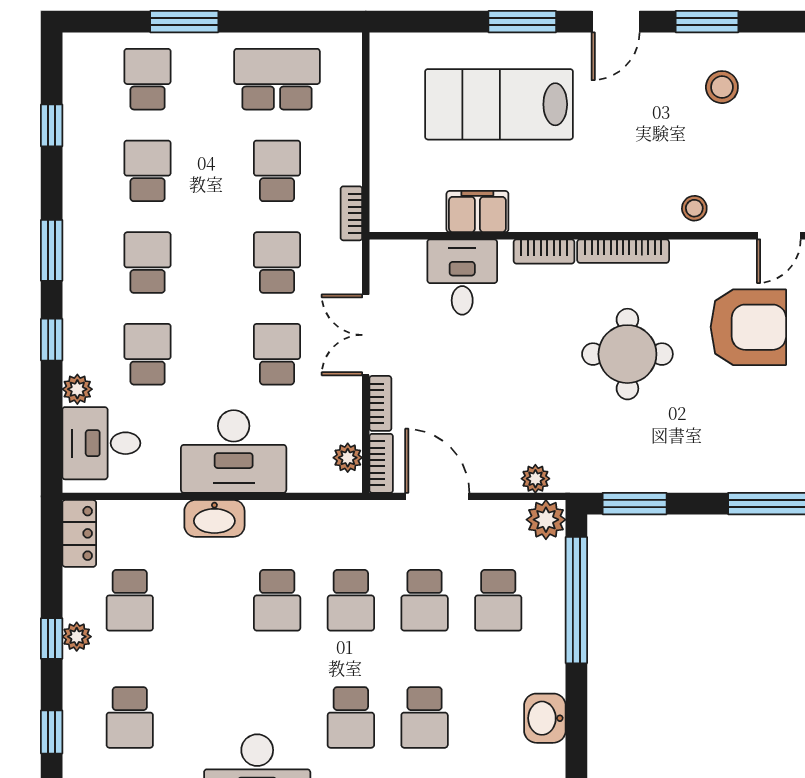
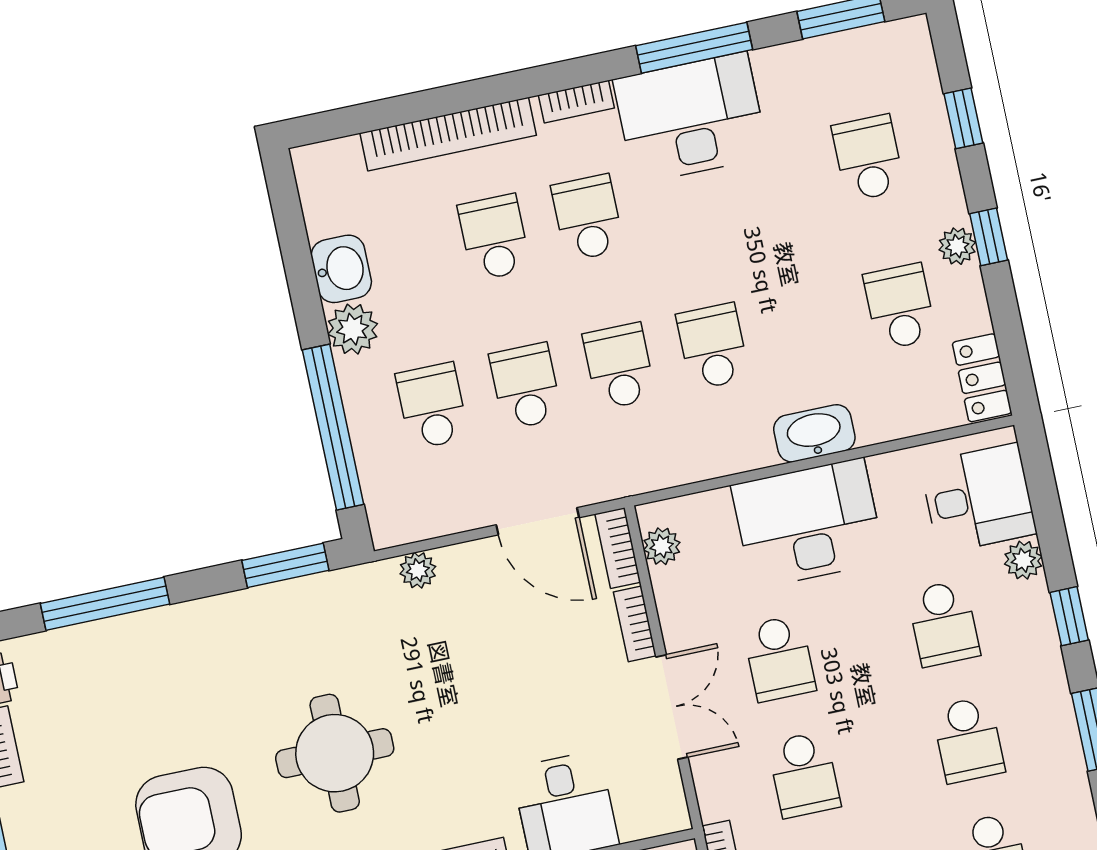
plant: (546, 520) -> (353, 329), moved

